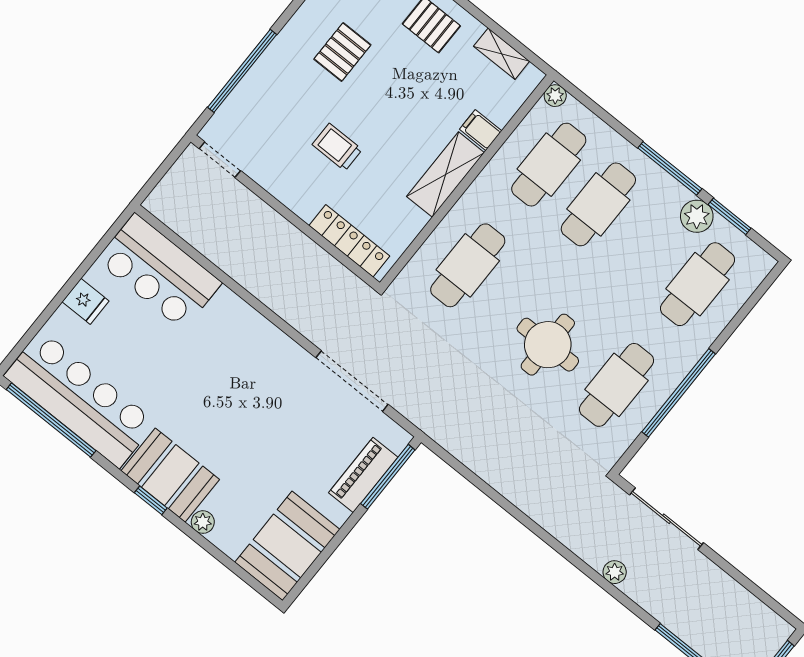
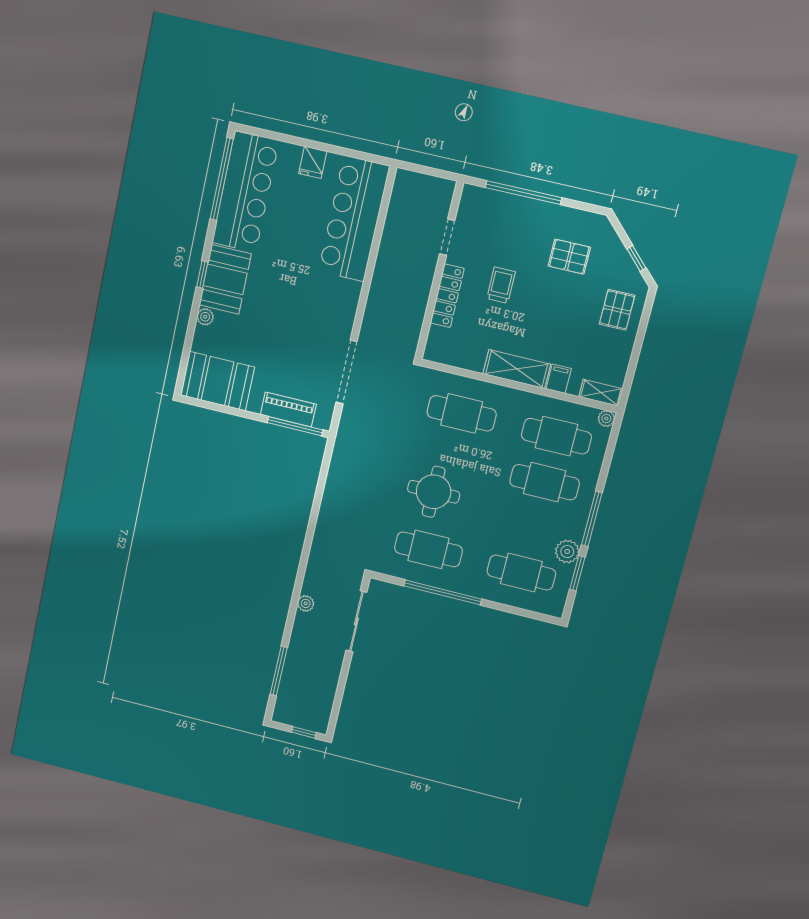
shelving: (502, 54) -> (601, 393), moved, turned 90
doorway: (220, 160) -> (447, 237), moved
locker: (349, 241) -> (447, 296), moved
bar counter: (159, 272) -> (354, 219), width x1.36

